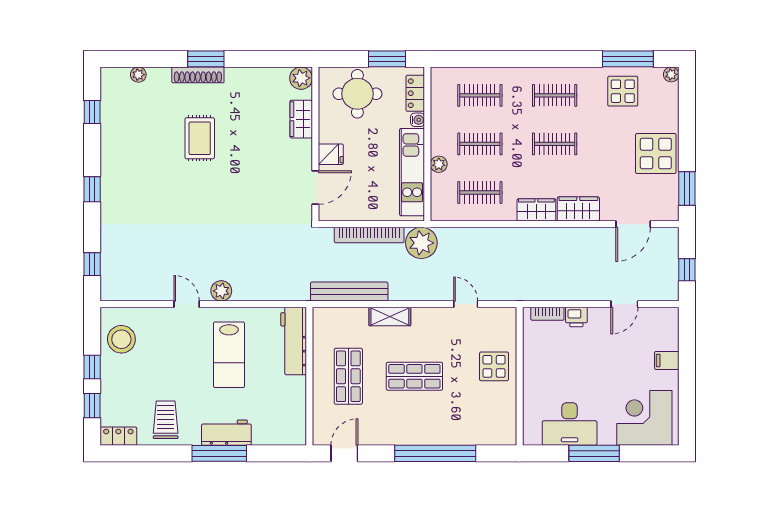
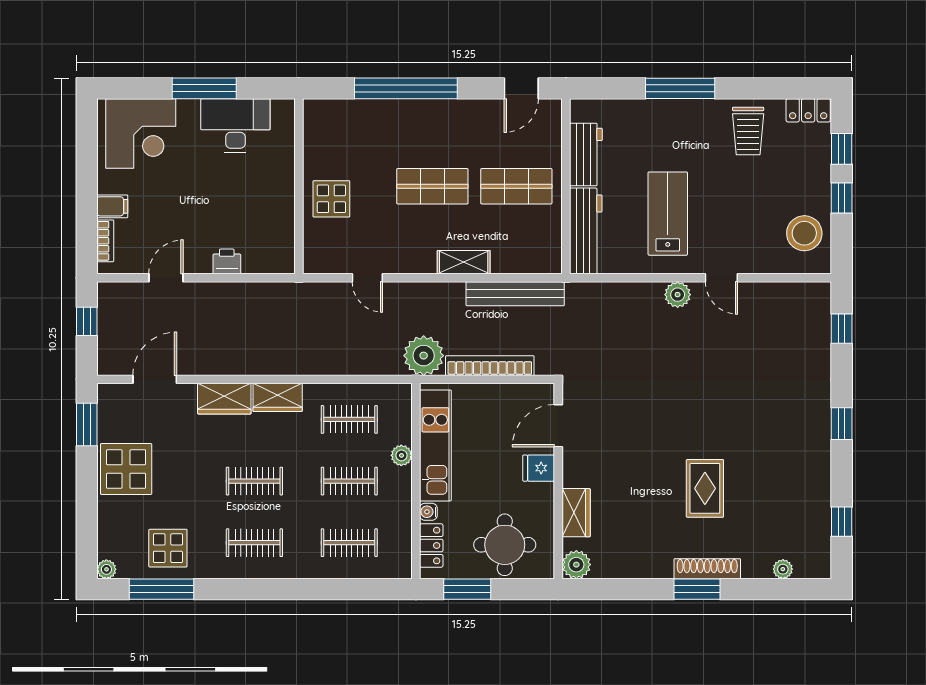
bookcase: (547, 314) -> (105, 241), moved, turned 90
shop shelf: (348, 376) -> (516, 186), turned 90
workbench: (226, 433) -> (586, 155), moved, turned -90

